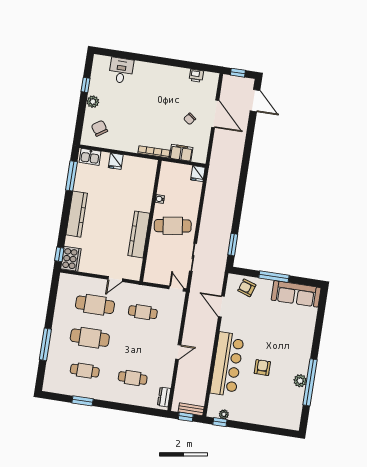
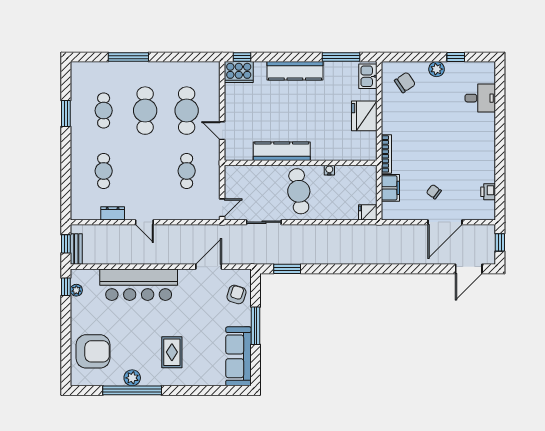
fridge: (116, 161) -> (364, 116), width x1.88, depth x1.34
rug: (285, 346) -> (172, 352), added
armchair: (262, 368) -> (93, 351), moved, width x1.88, depth x1.88
dresser: (164, 397) -> (113, 213), moved

